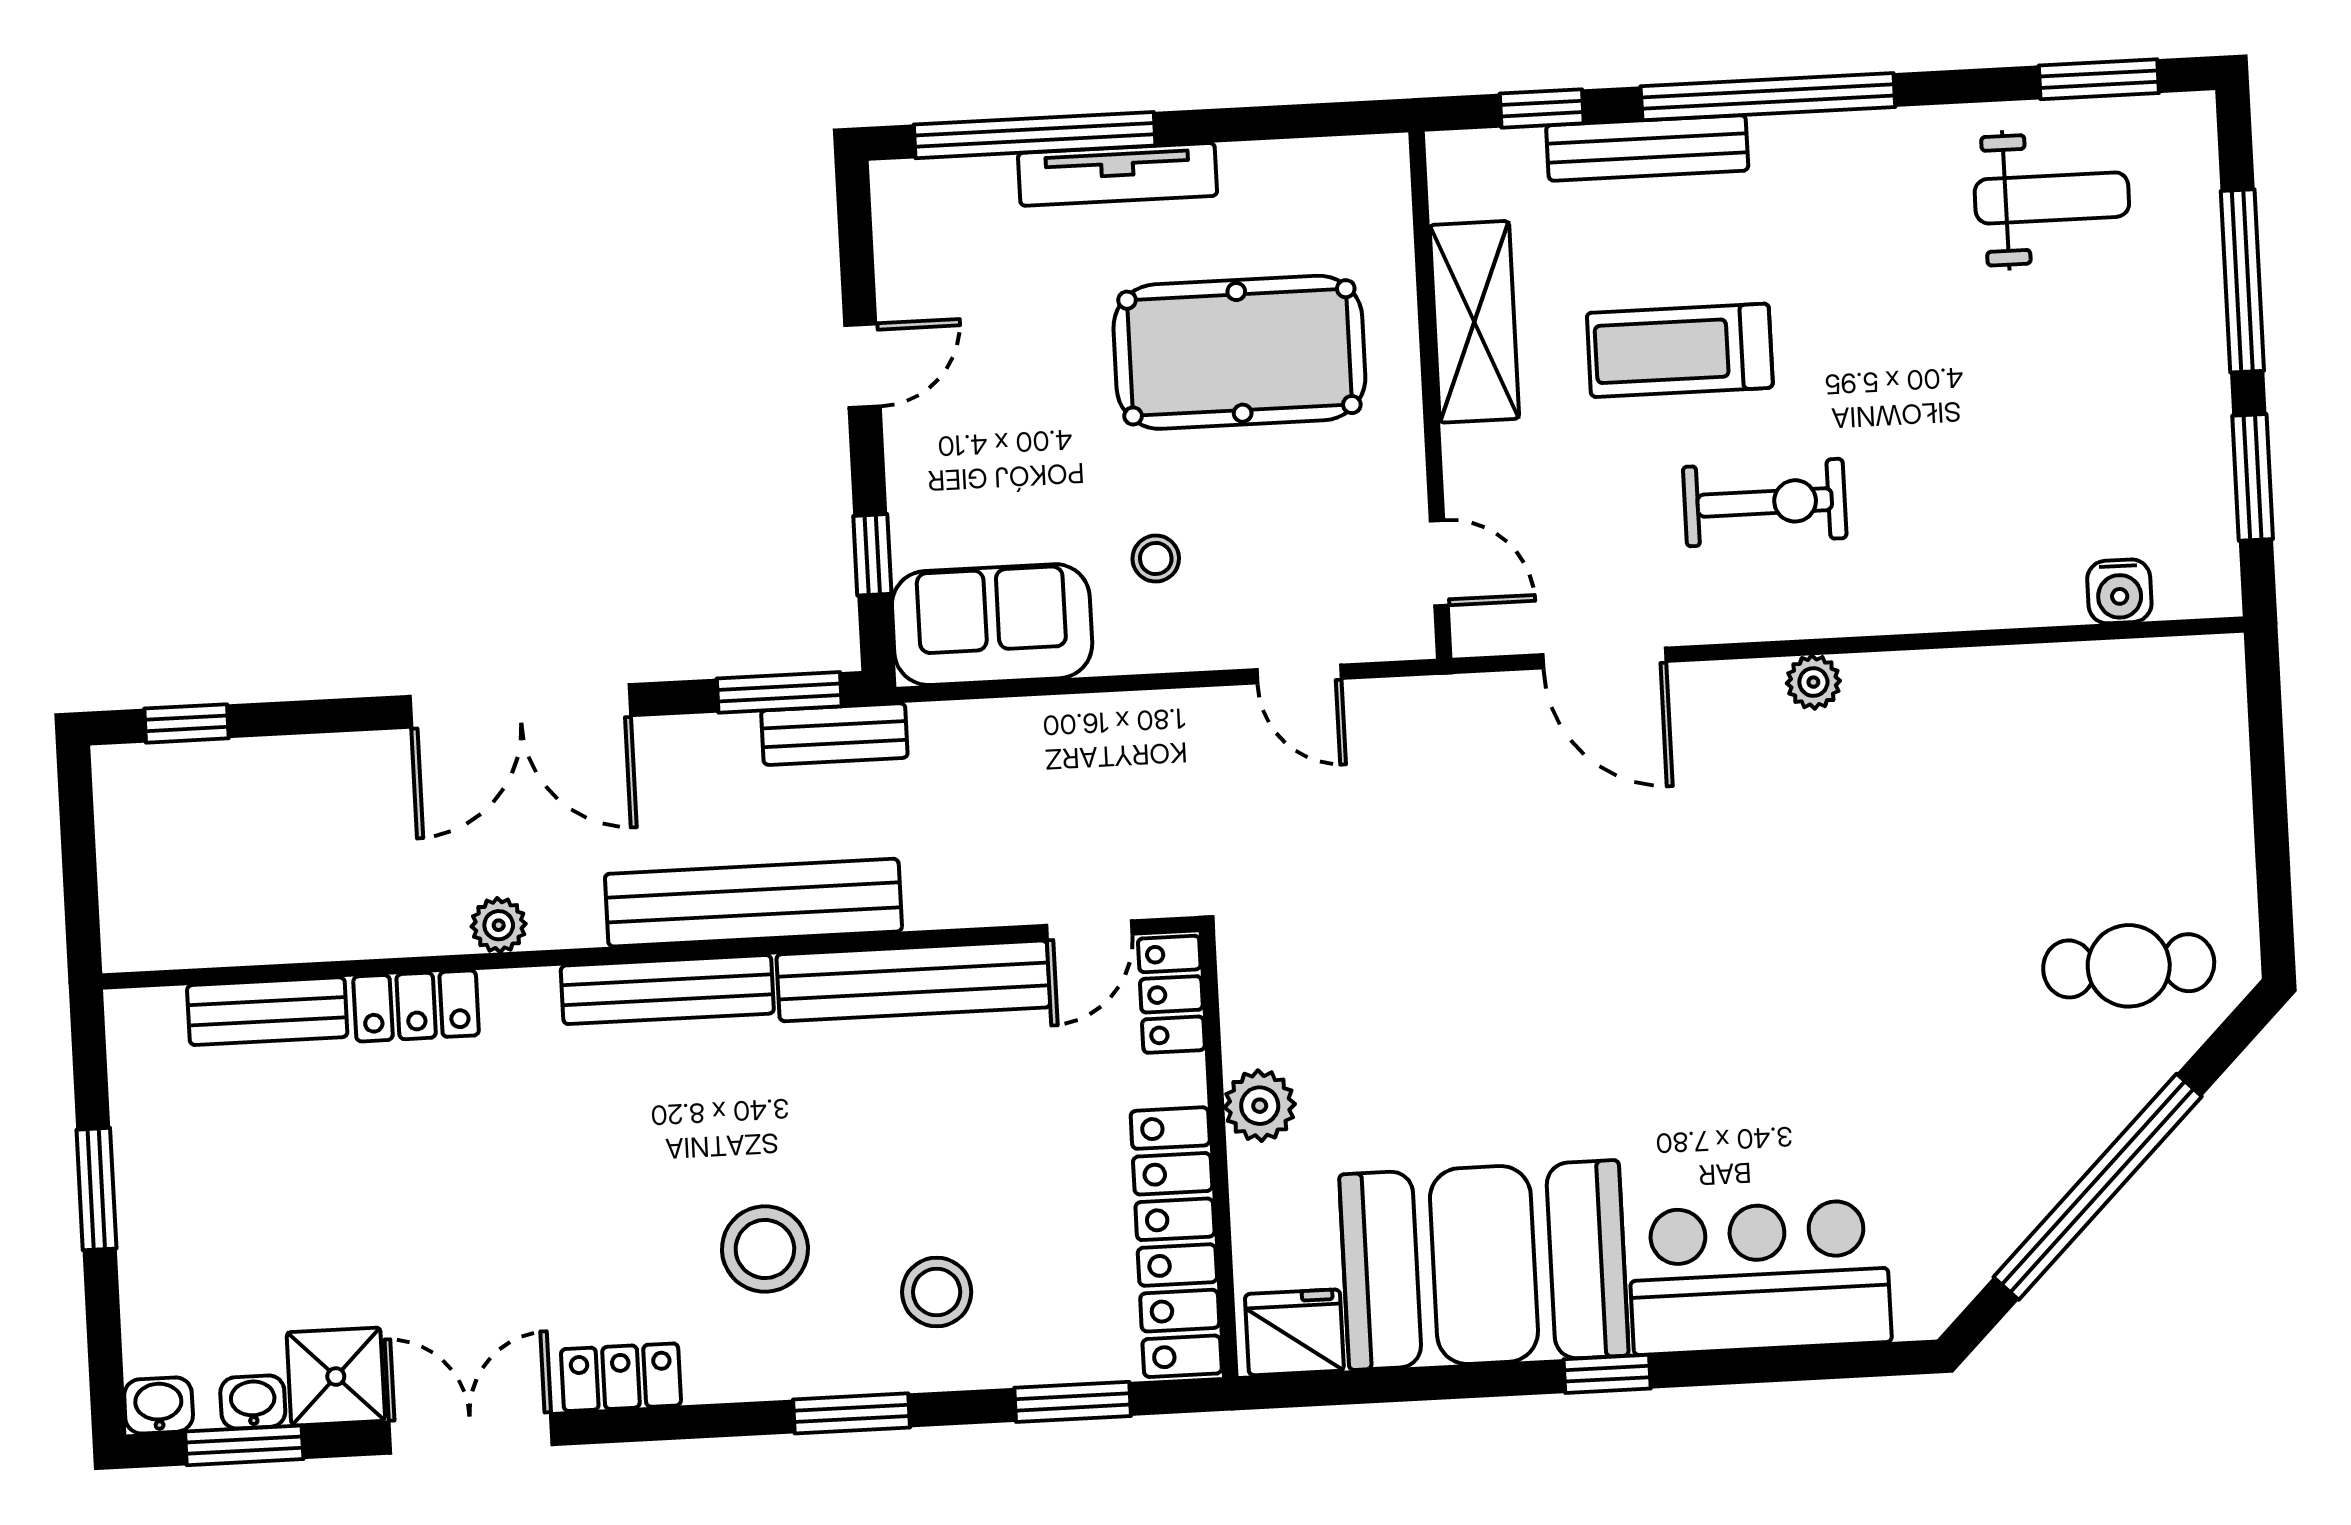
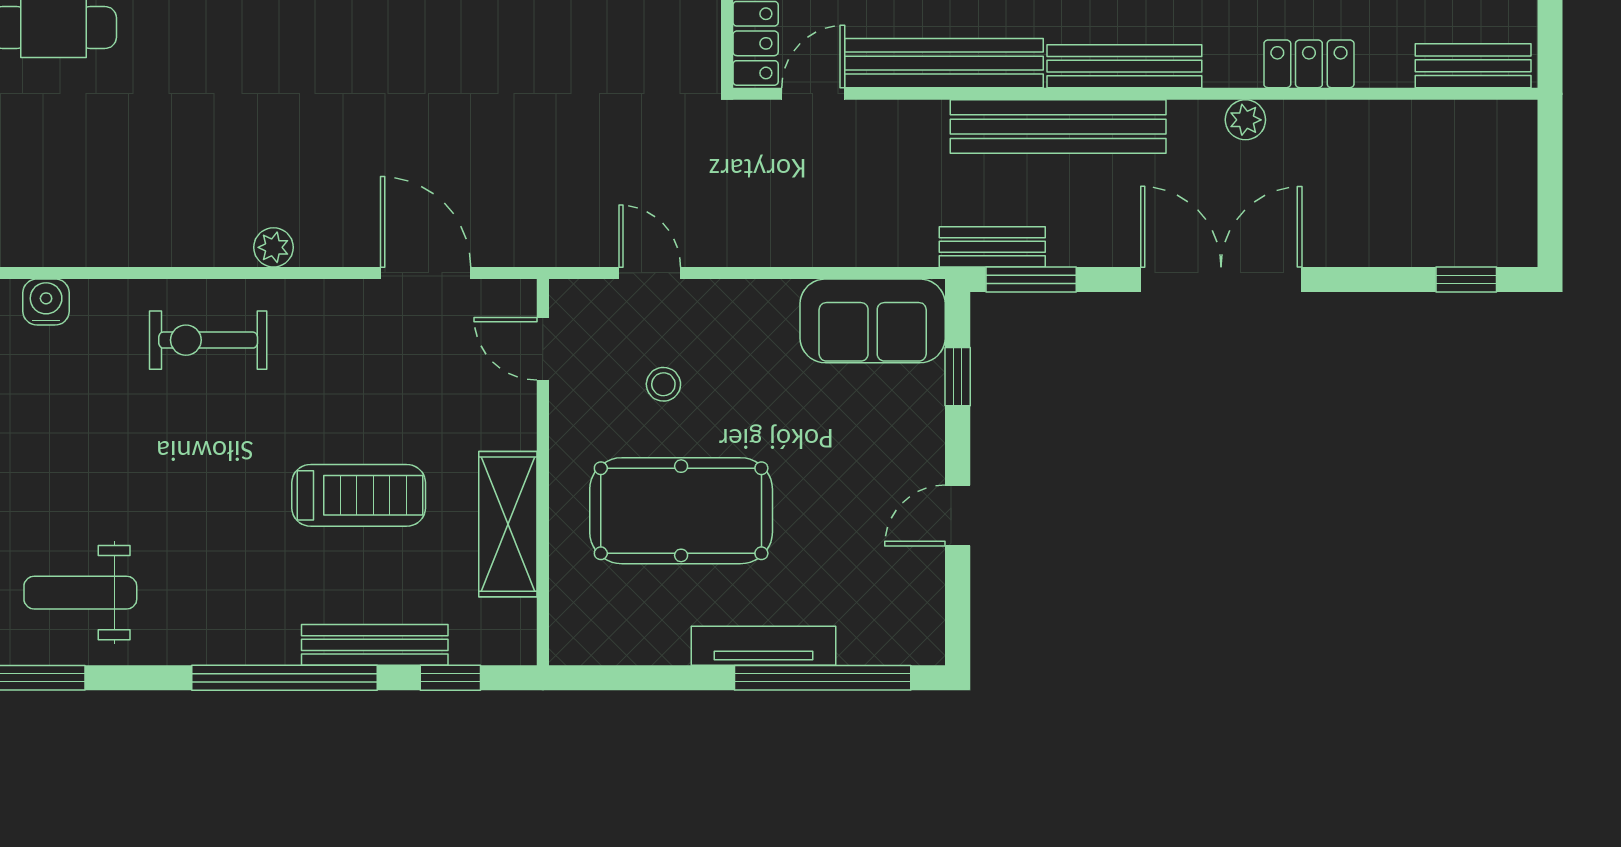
exercise bike: (1765, 502) -> (208, 340), moved
stool: (1156, 559) -> (663, 384), moved
bench: (267, 1011) -> (1473, 66), moved

